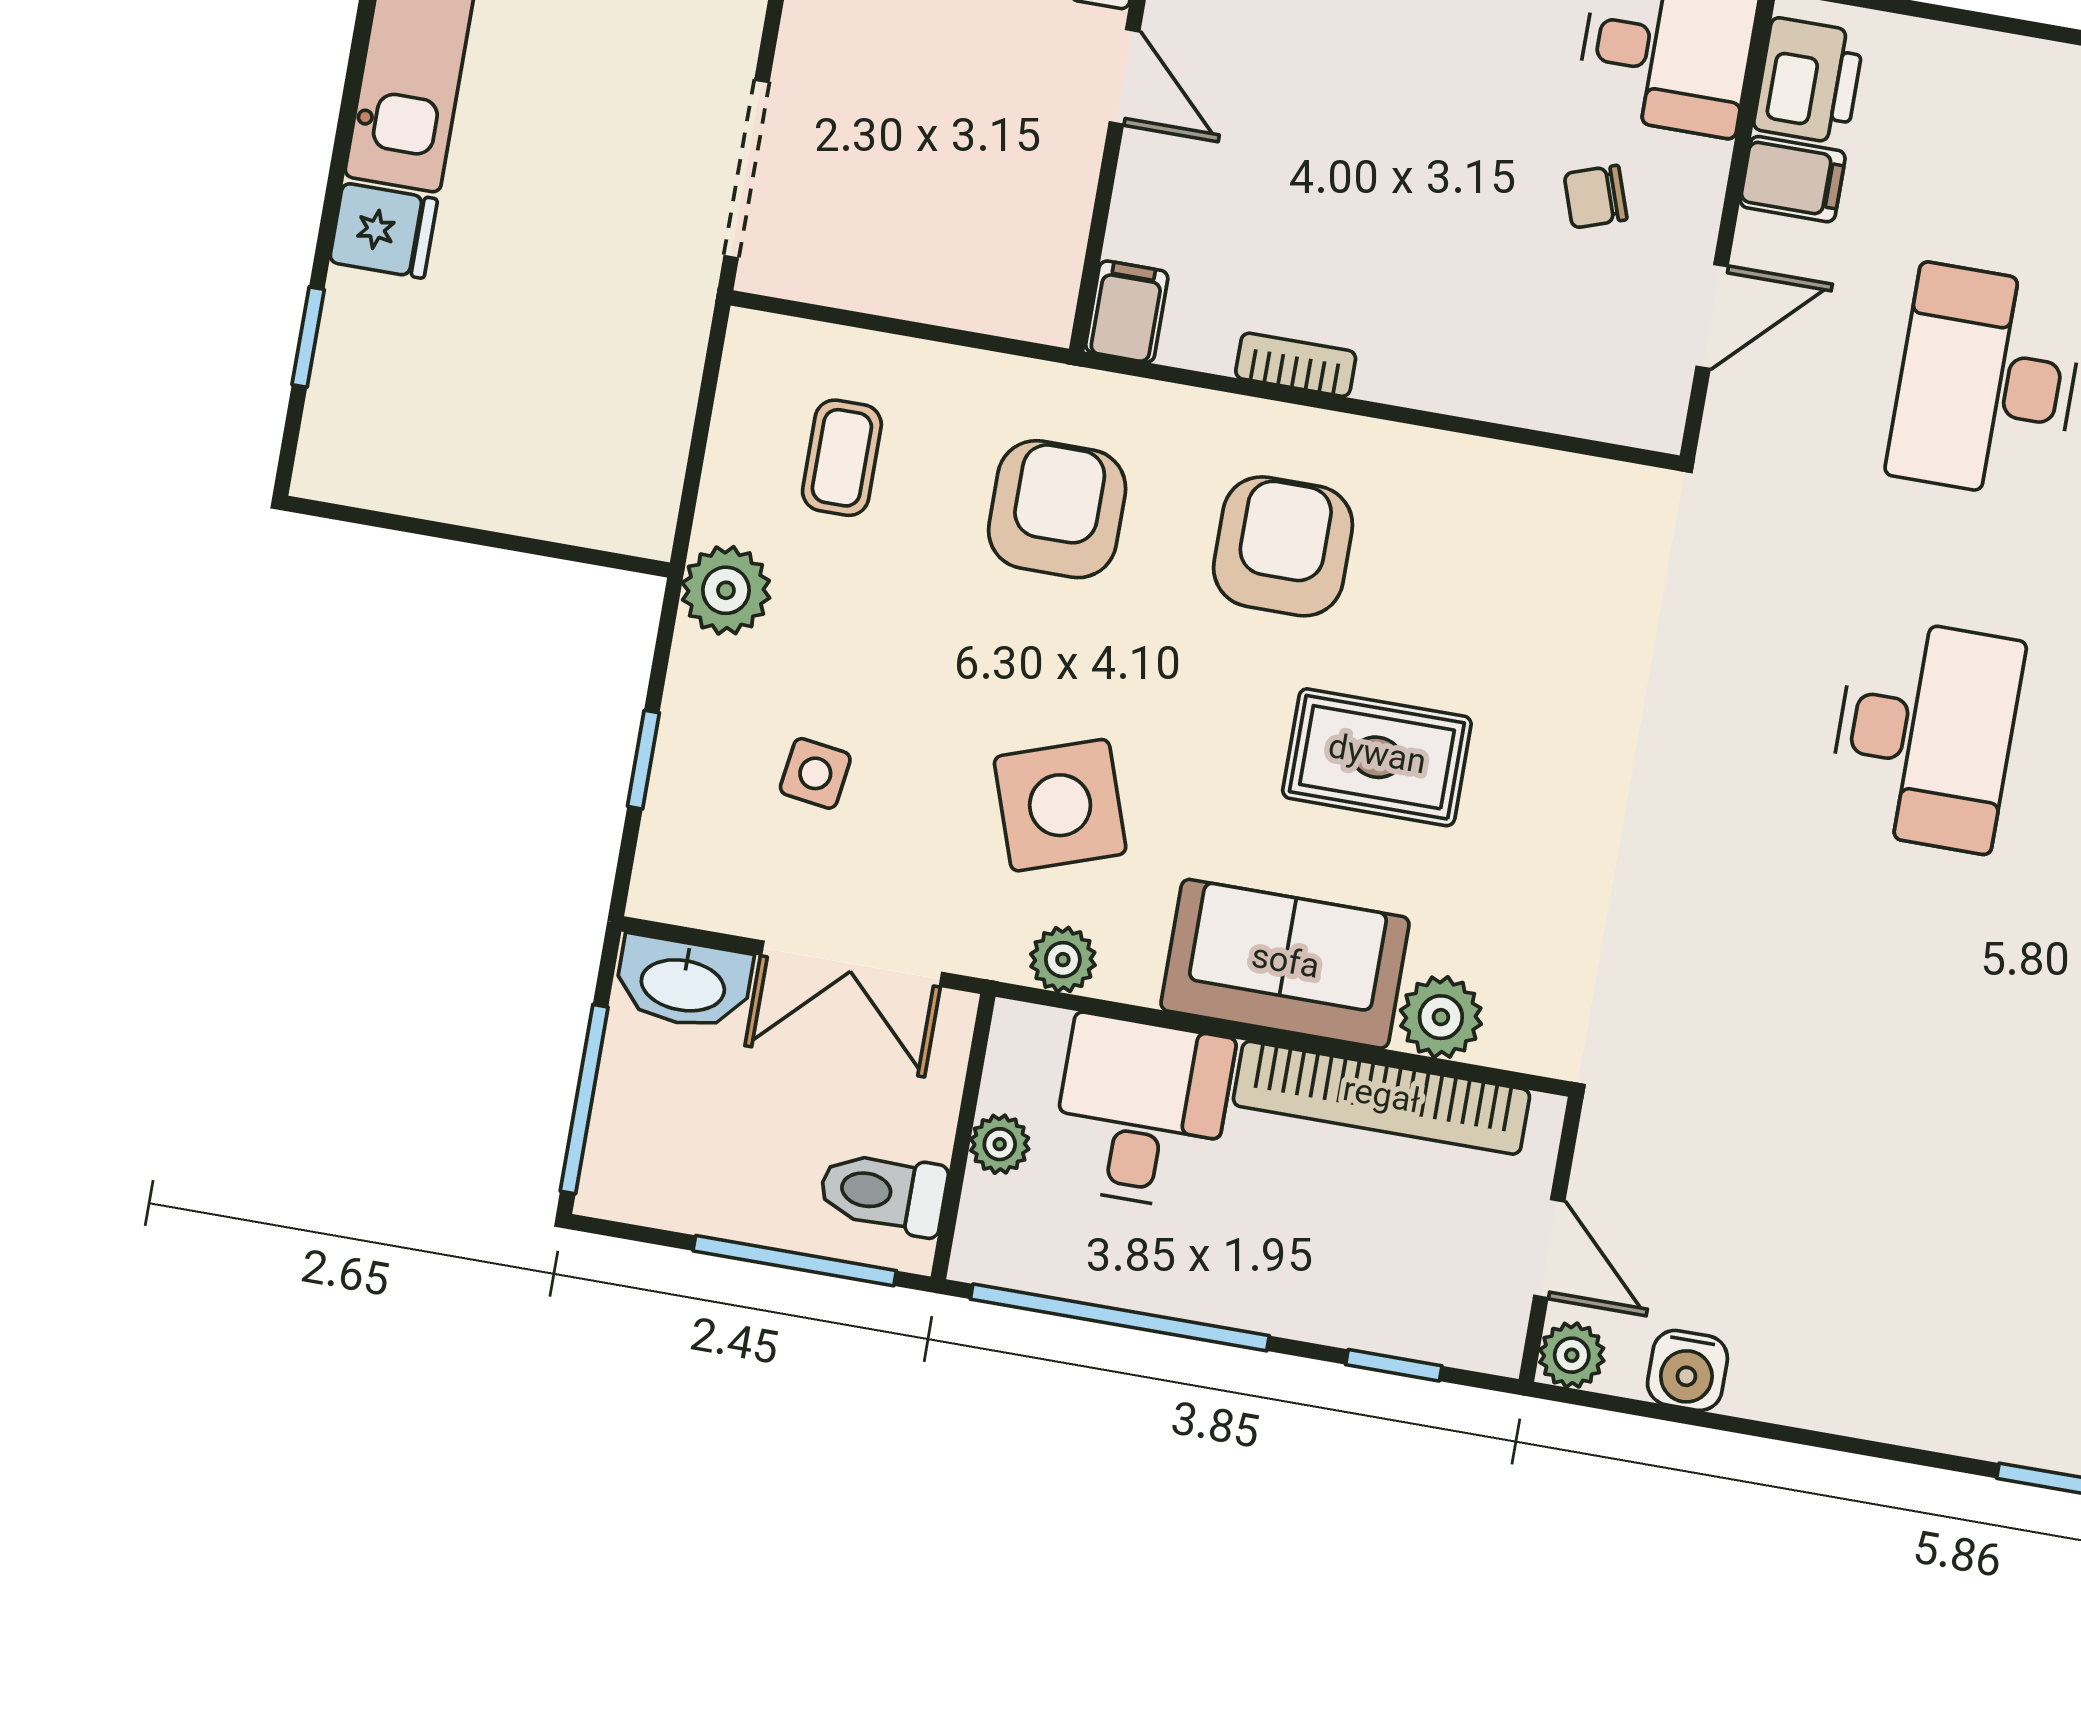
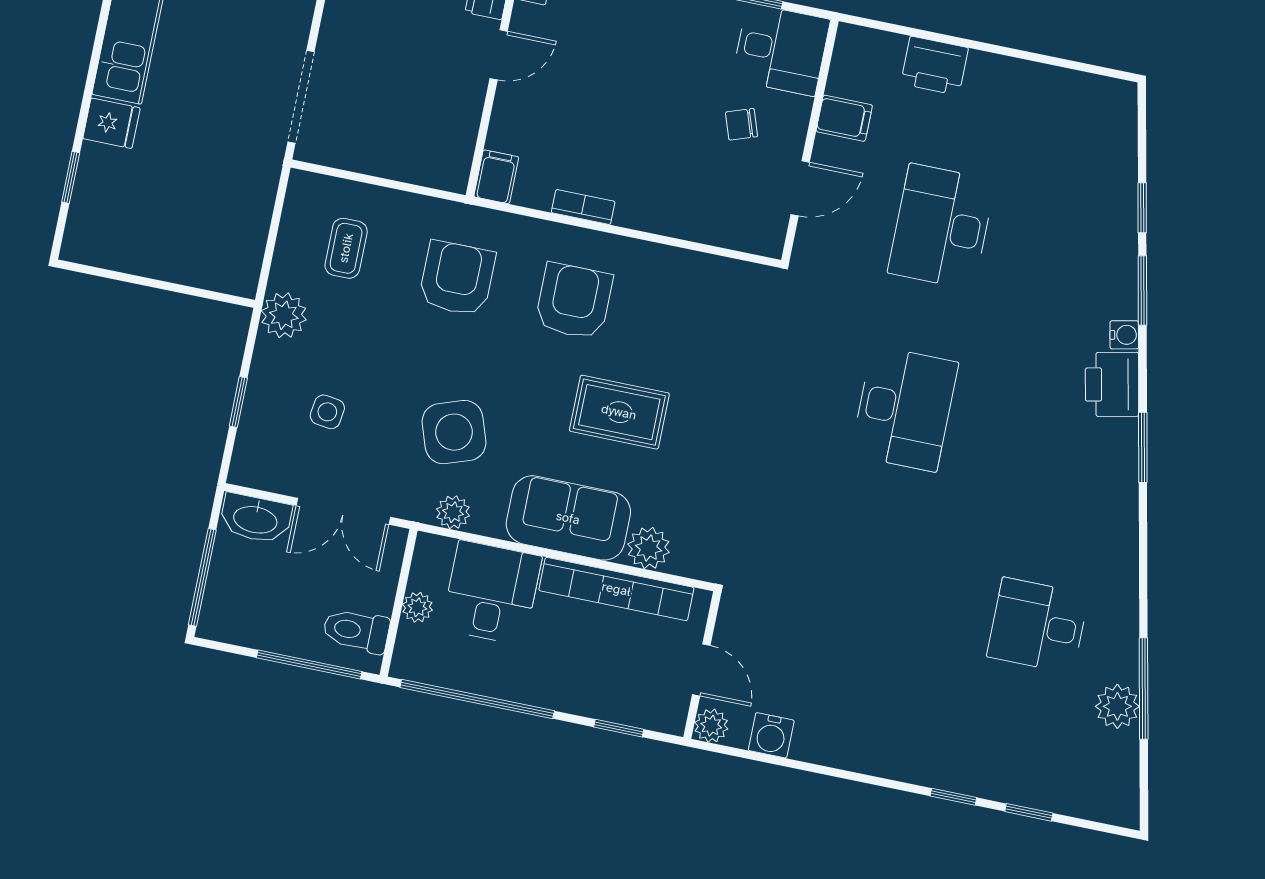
door: (1124, 77) -> (499, 55), hinge flipped
printer: (1809, 81) -> (934, 66), moved, turned 90

